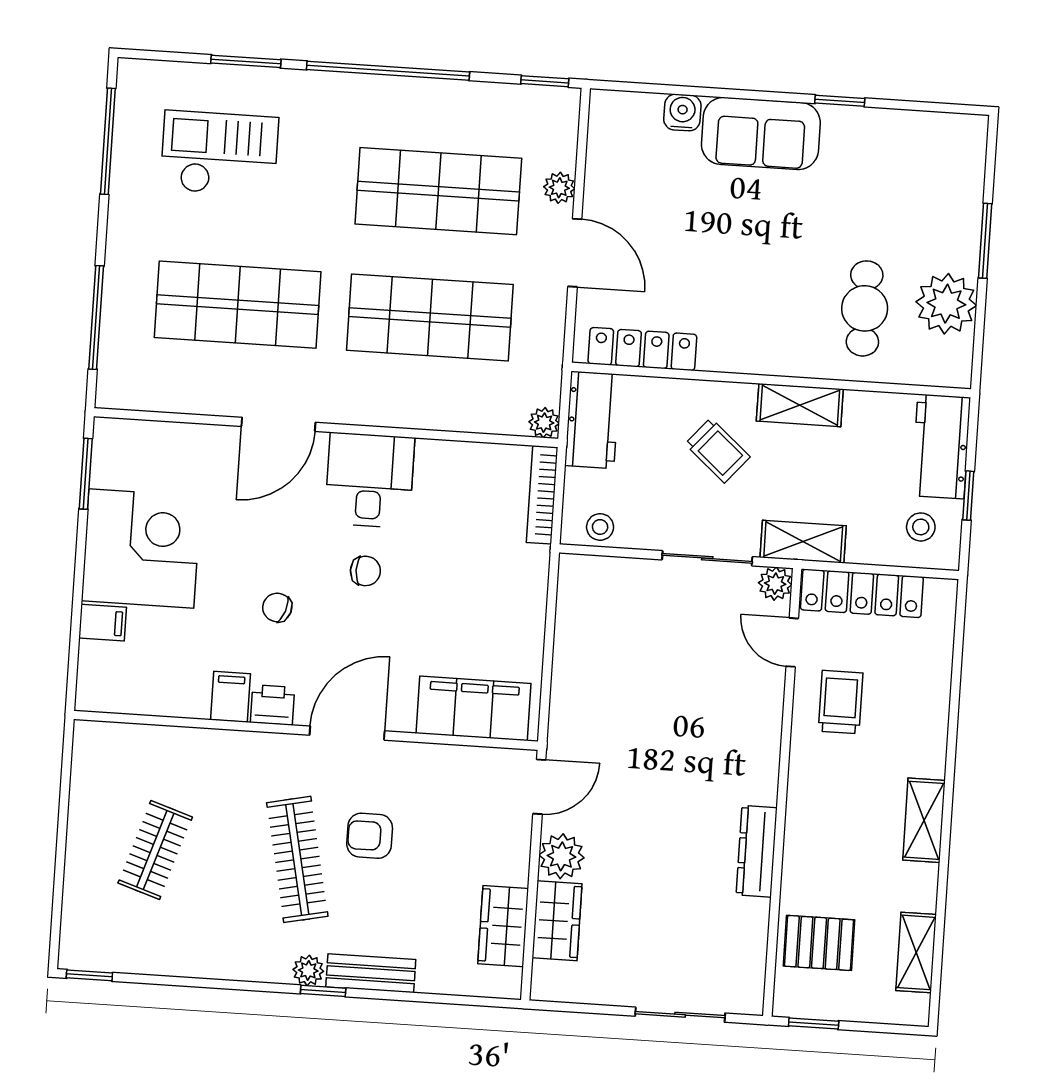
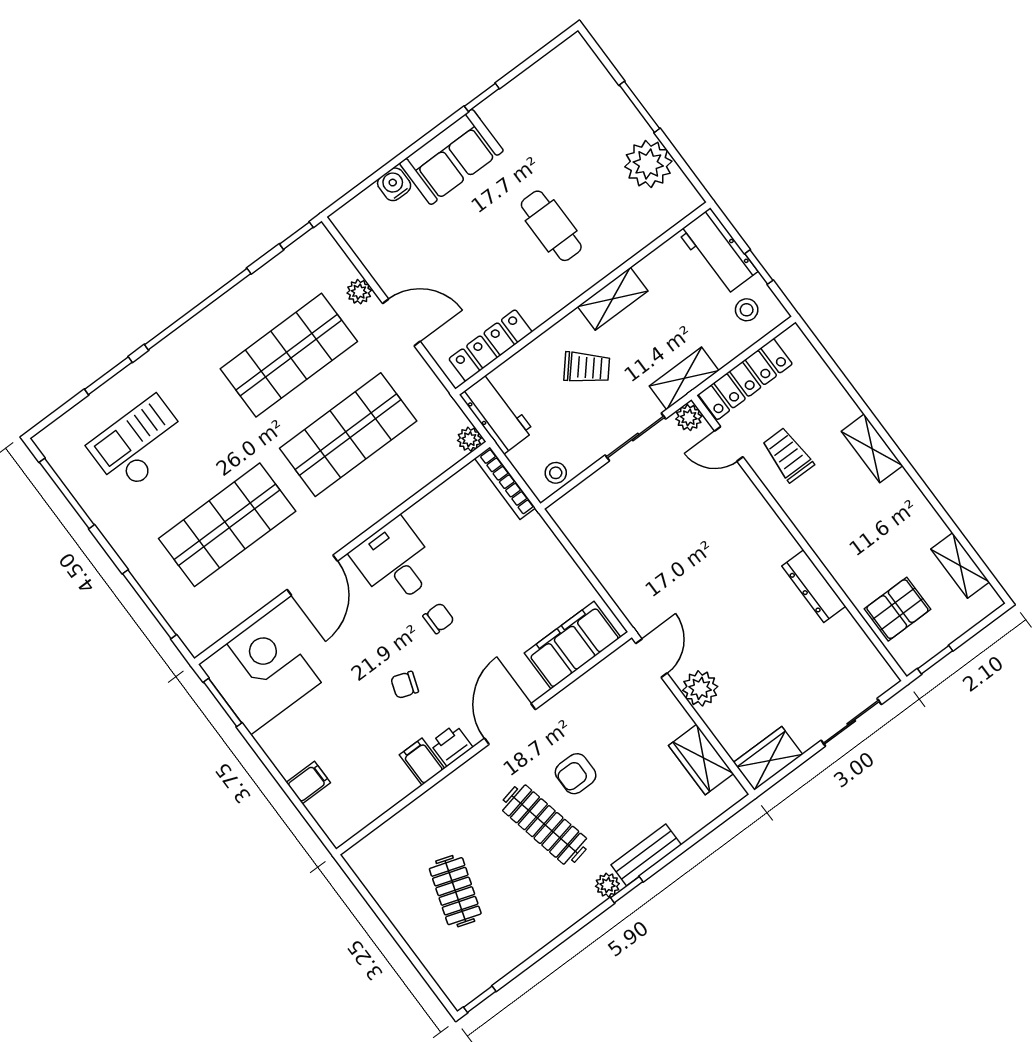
cafe table: (865, 308) -> (551, 226), moved
corner desk: (141, 548) -> (260, 673), moved
shelving: (924, 820) -> (872, 448), moved
wardrobe: (557, 921) -> (768, 758), moved, turned -90

